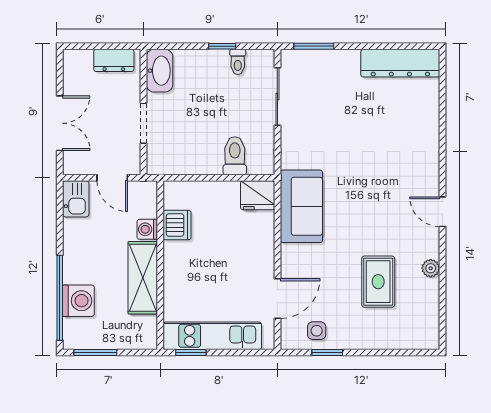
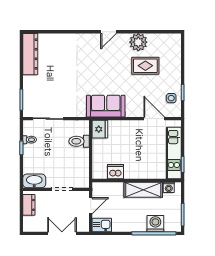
washing machine: (147, 229) -> (169, 187), moved
plant: (431, 268) -> (138, 42), width x1.88, depth x1.88

